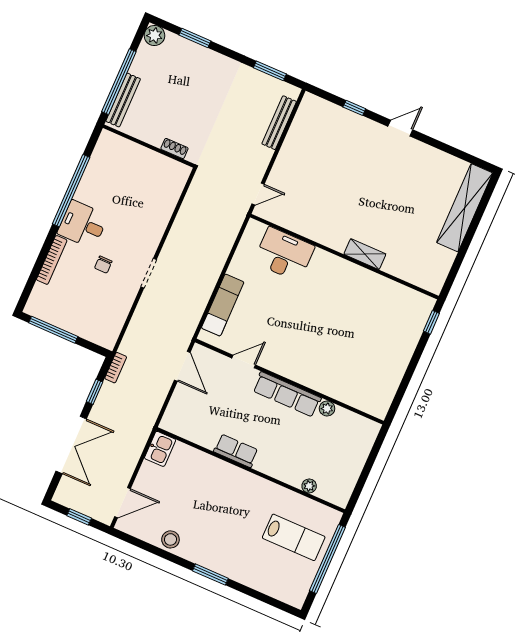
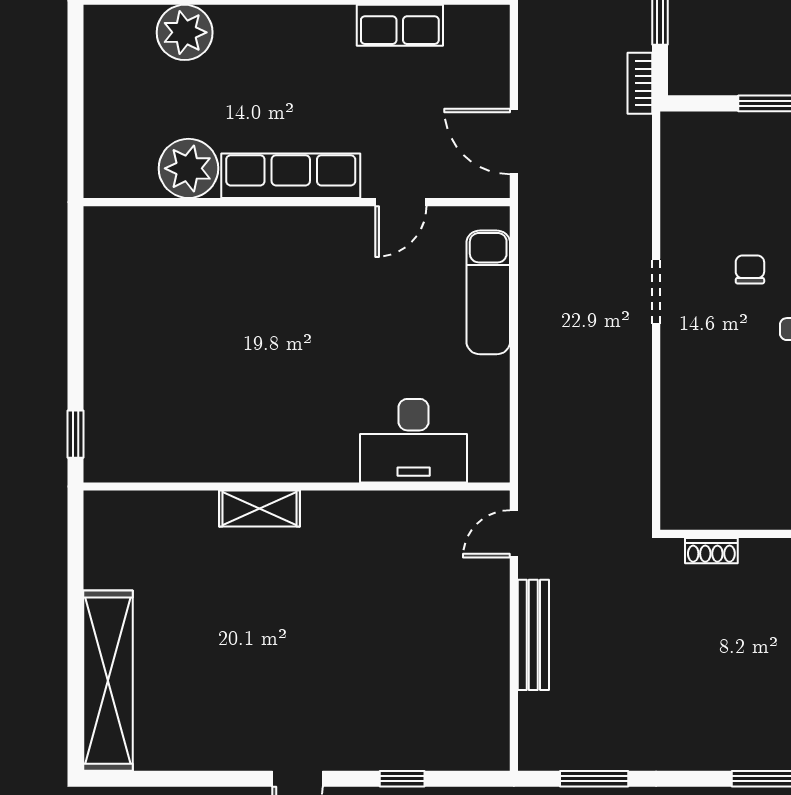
bench: (279, 123) -> (533, 635), moved
plant: (327, 408) -> (188, 168), width x1.87, depth x1.87
row of seats: (236, 451) -> (400, 25), moved
plant: (309, 486) -> (185, 32), width x1.88, depth x1.88

